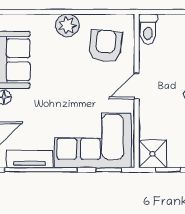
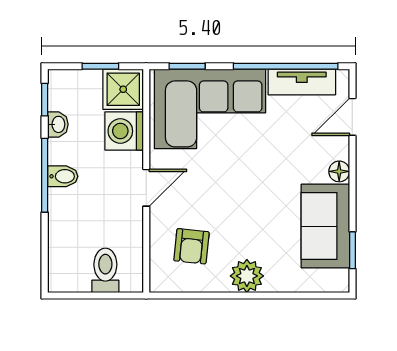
toilet: (148, 29) -> (105, 270), moved
armchair: (106, 46) -> (191, 246), width x0.72, depth x0.72
washing machine: (152, 125) -> (124, 131), added

